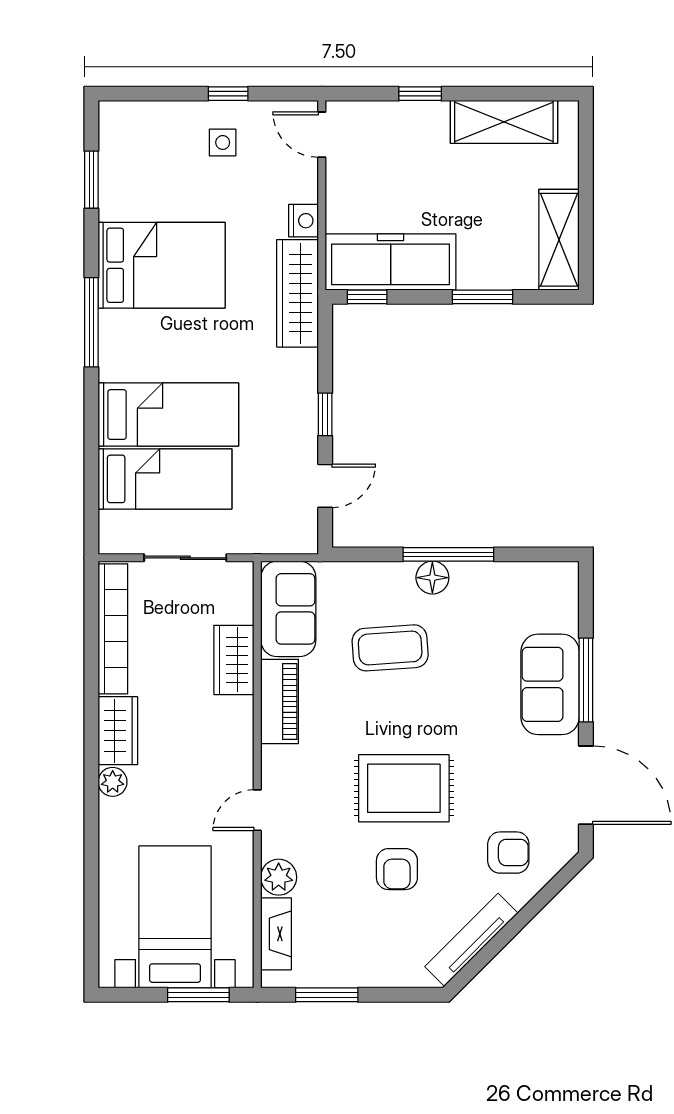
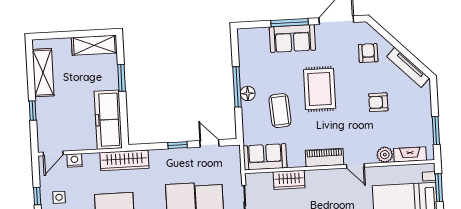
nightstand: (303, 221) -> (74, 160), moved
window: (367, 297) -> (124, 129), removed
piano: (280, 702) -> (325, 158), moved
rug: (404, 788) -> (320, 89), moved
armchair: (397, 869) -> (378, 102), turned 180

